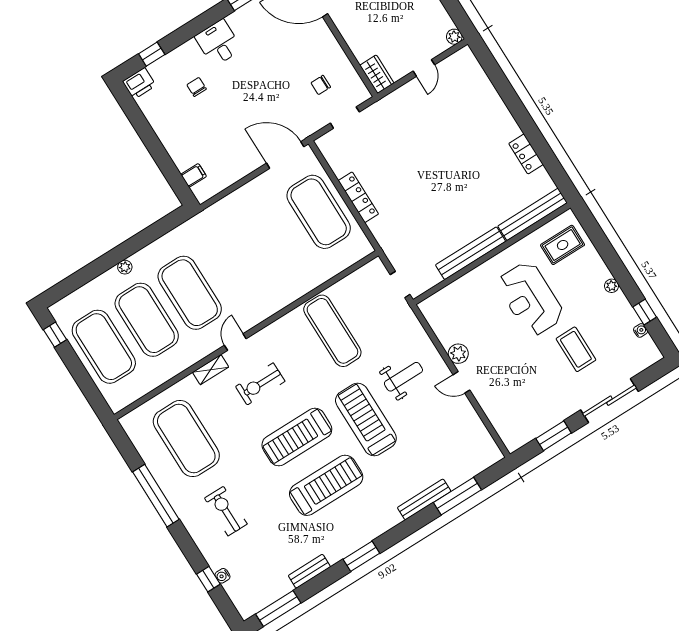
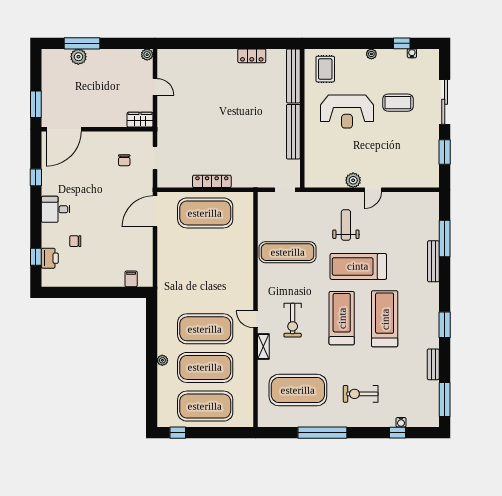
printer: (139, 83) -> (50, 258), moved
treadmill: (297, 437) -> (342, 318), turned 180

